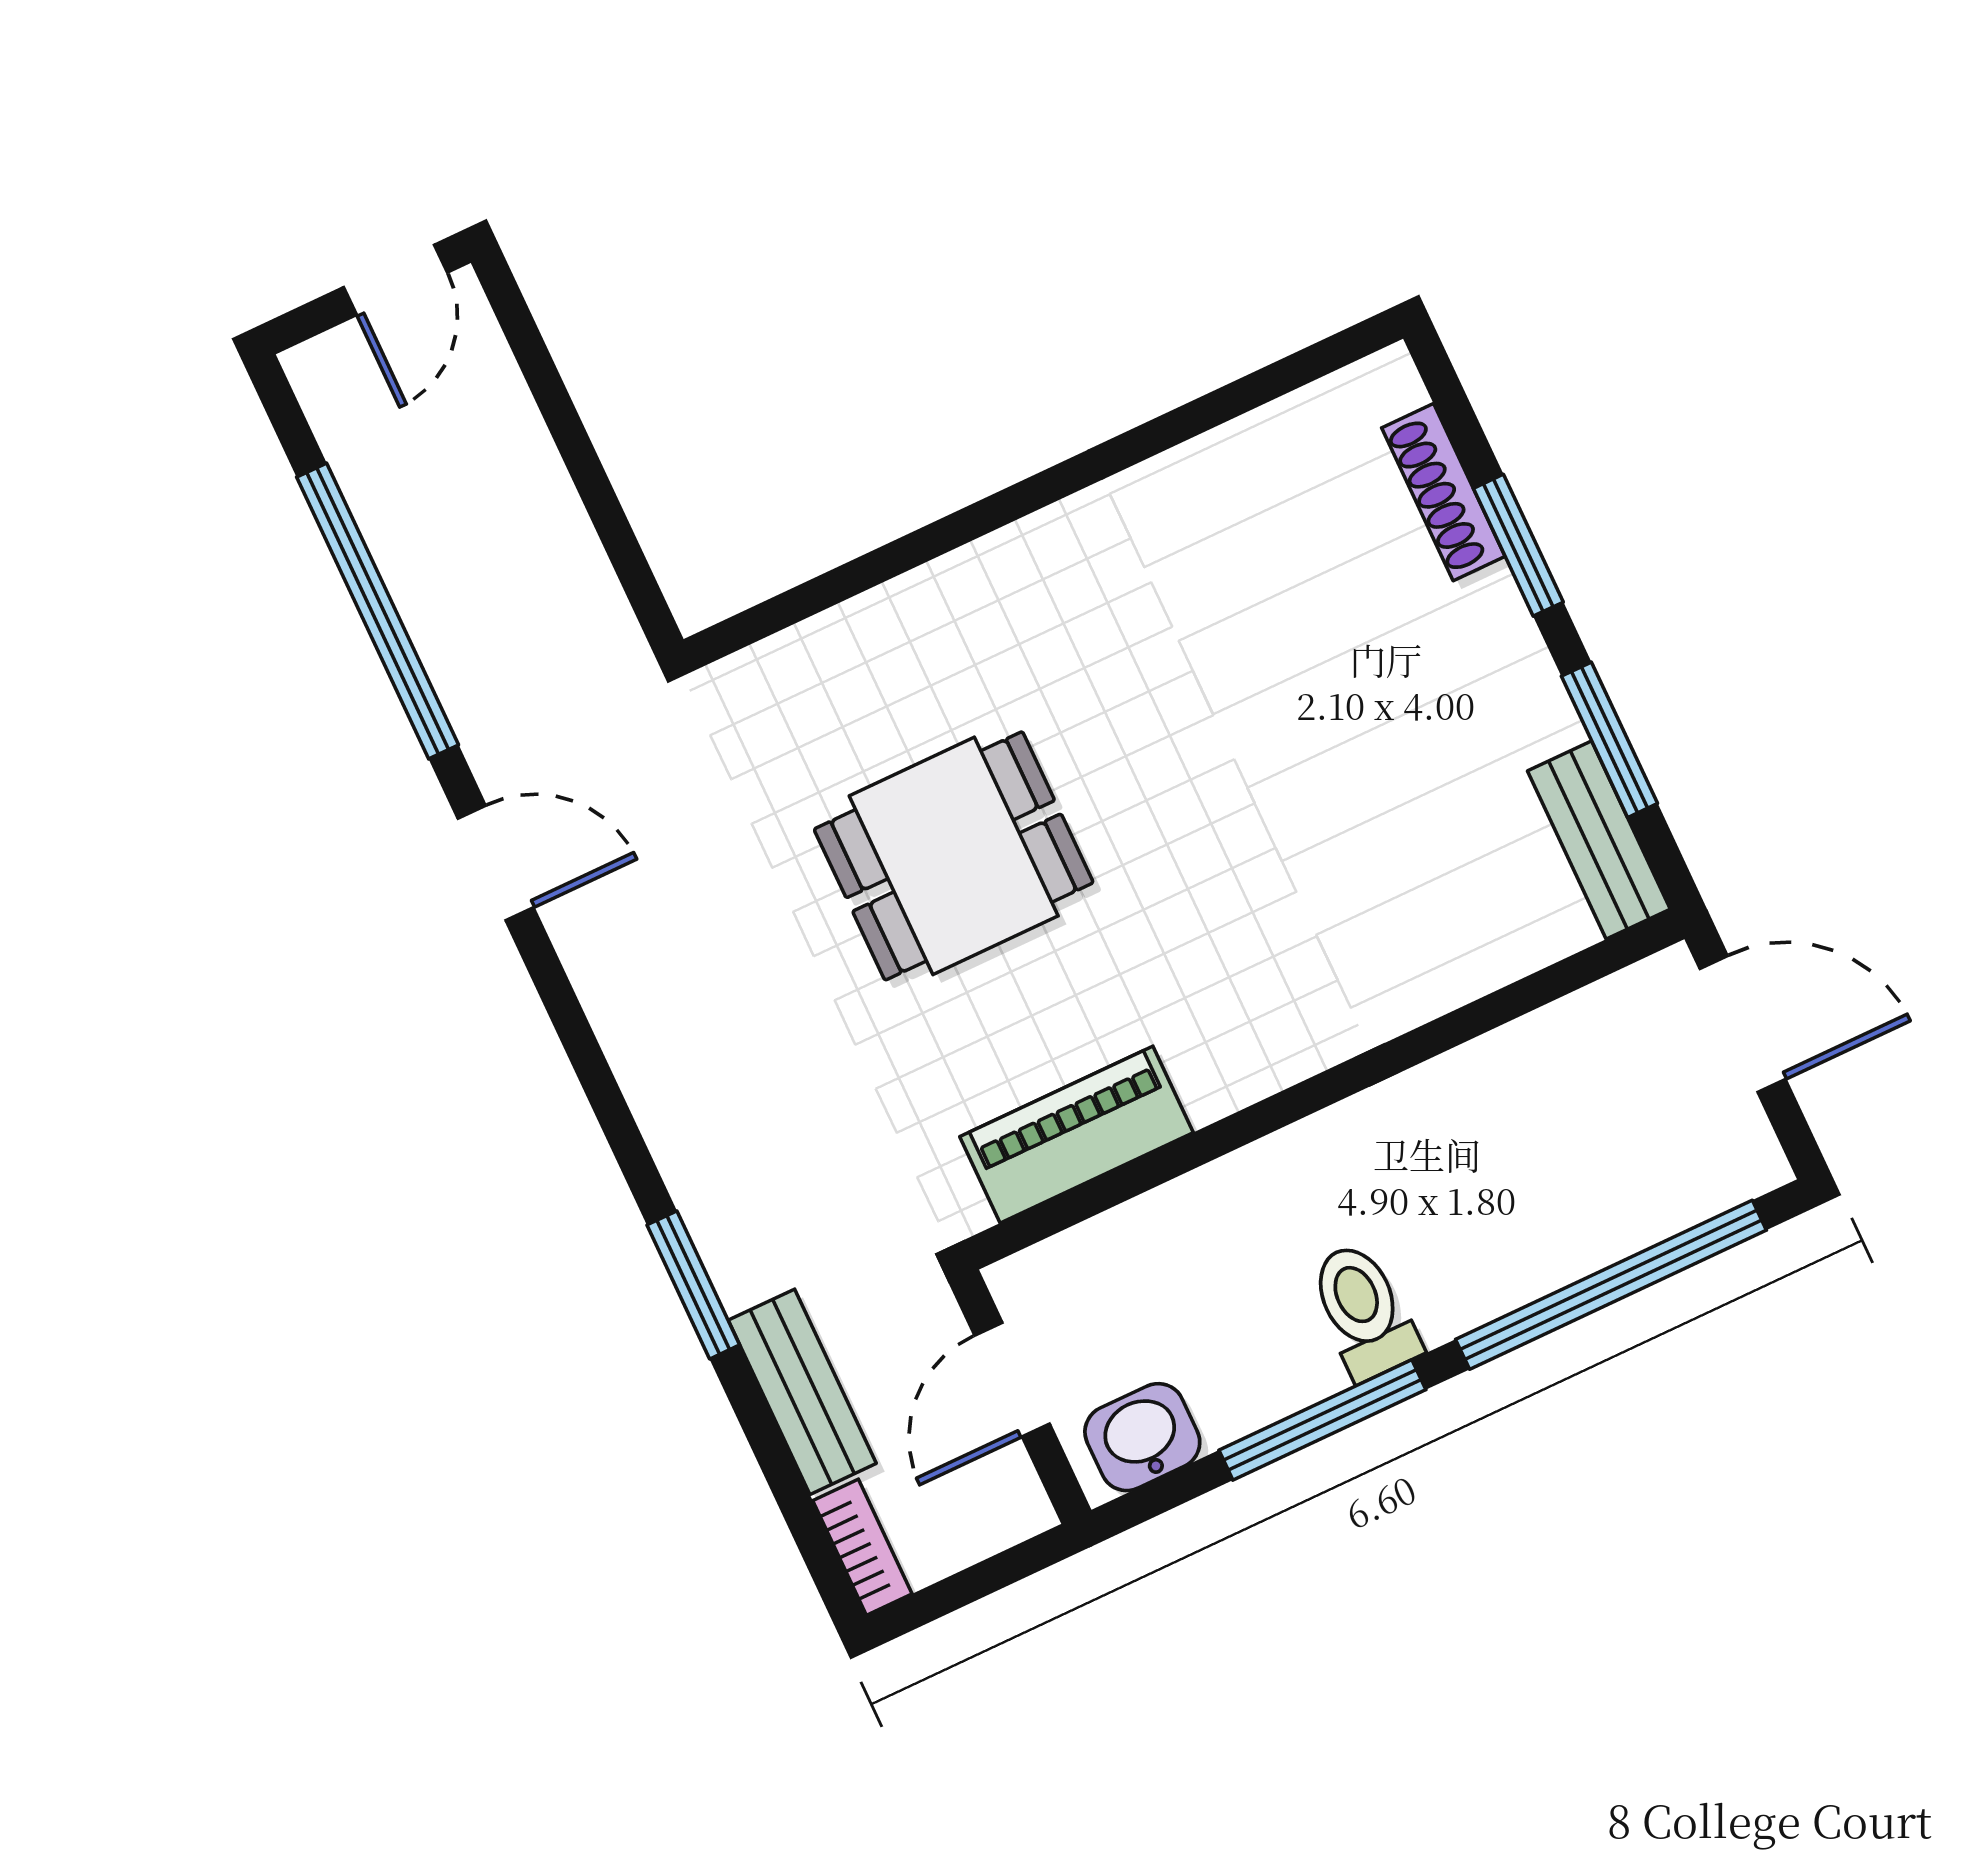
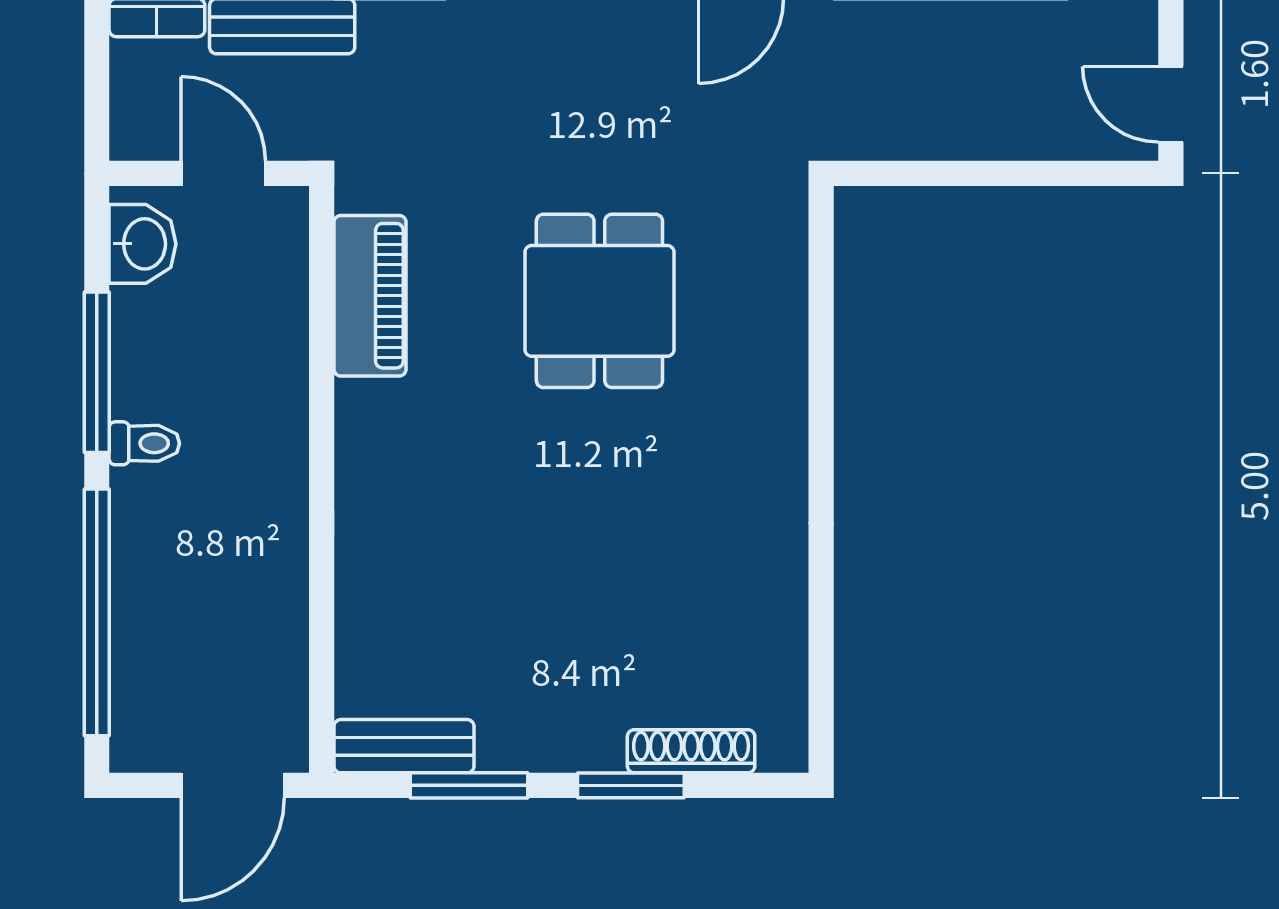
toilet: (1364, 1311) -> (144, 443), width x0.73, depth x0.72

